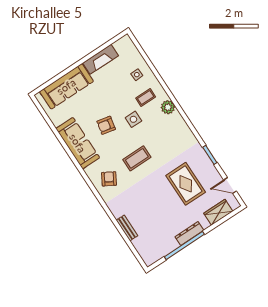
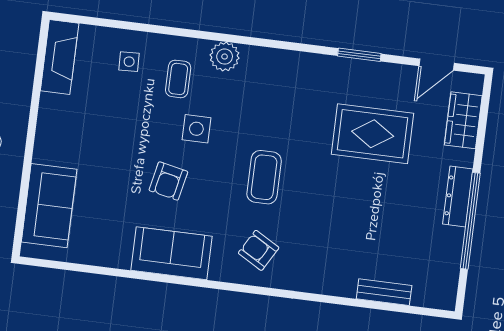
fireplace: (101, 59) -> (60, 57), moved
sofa: (66, 86) -> (49, 206), width x0.73
sofa: (78, 143) -> (172, 253), width x0.73
bench: (127, 228) -> (384, 292), moved

